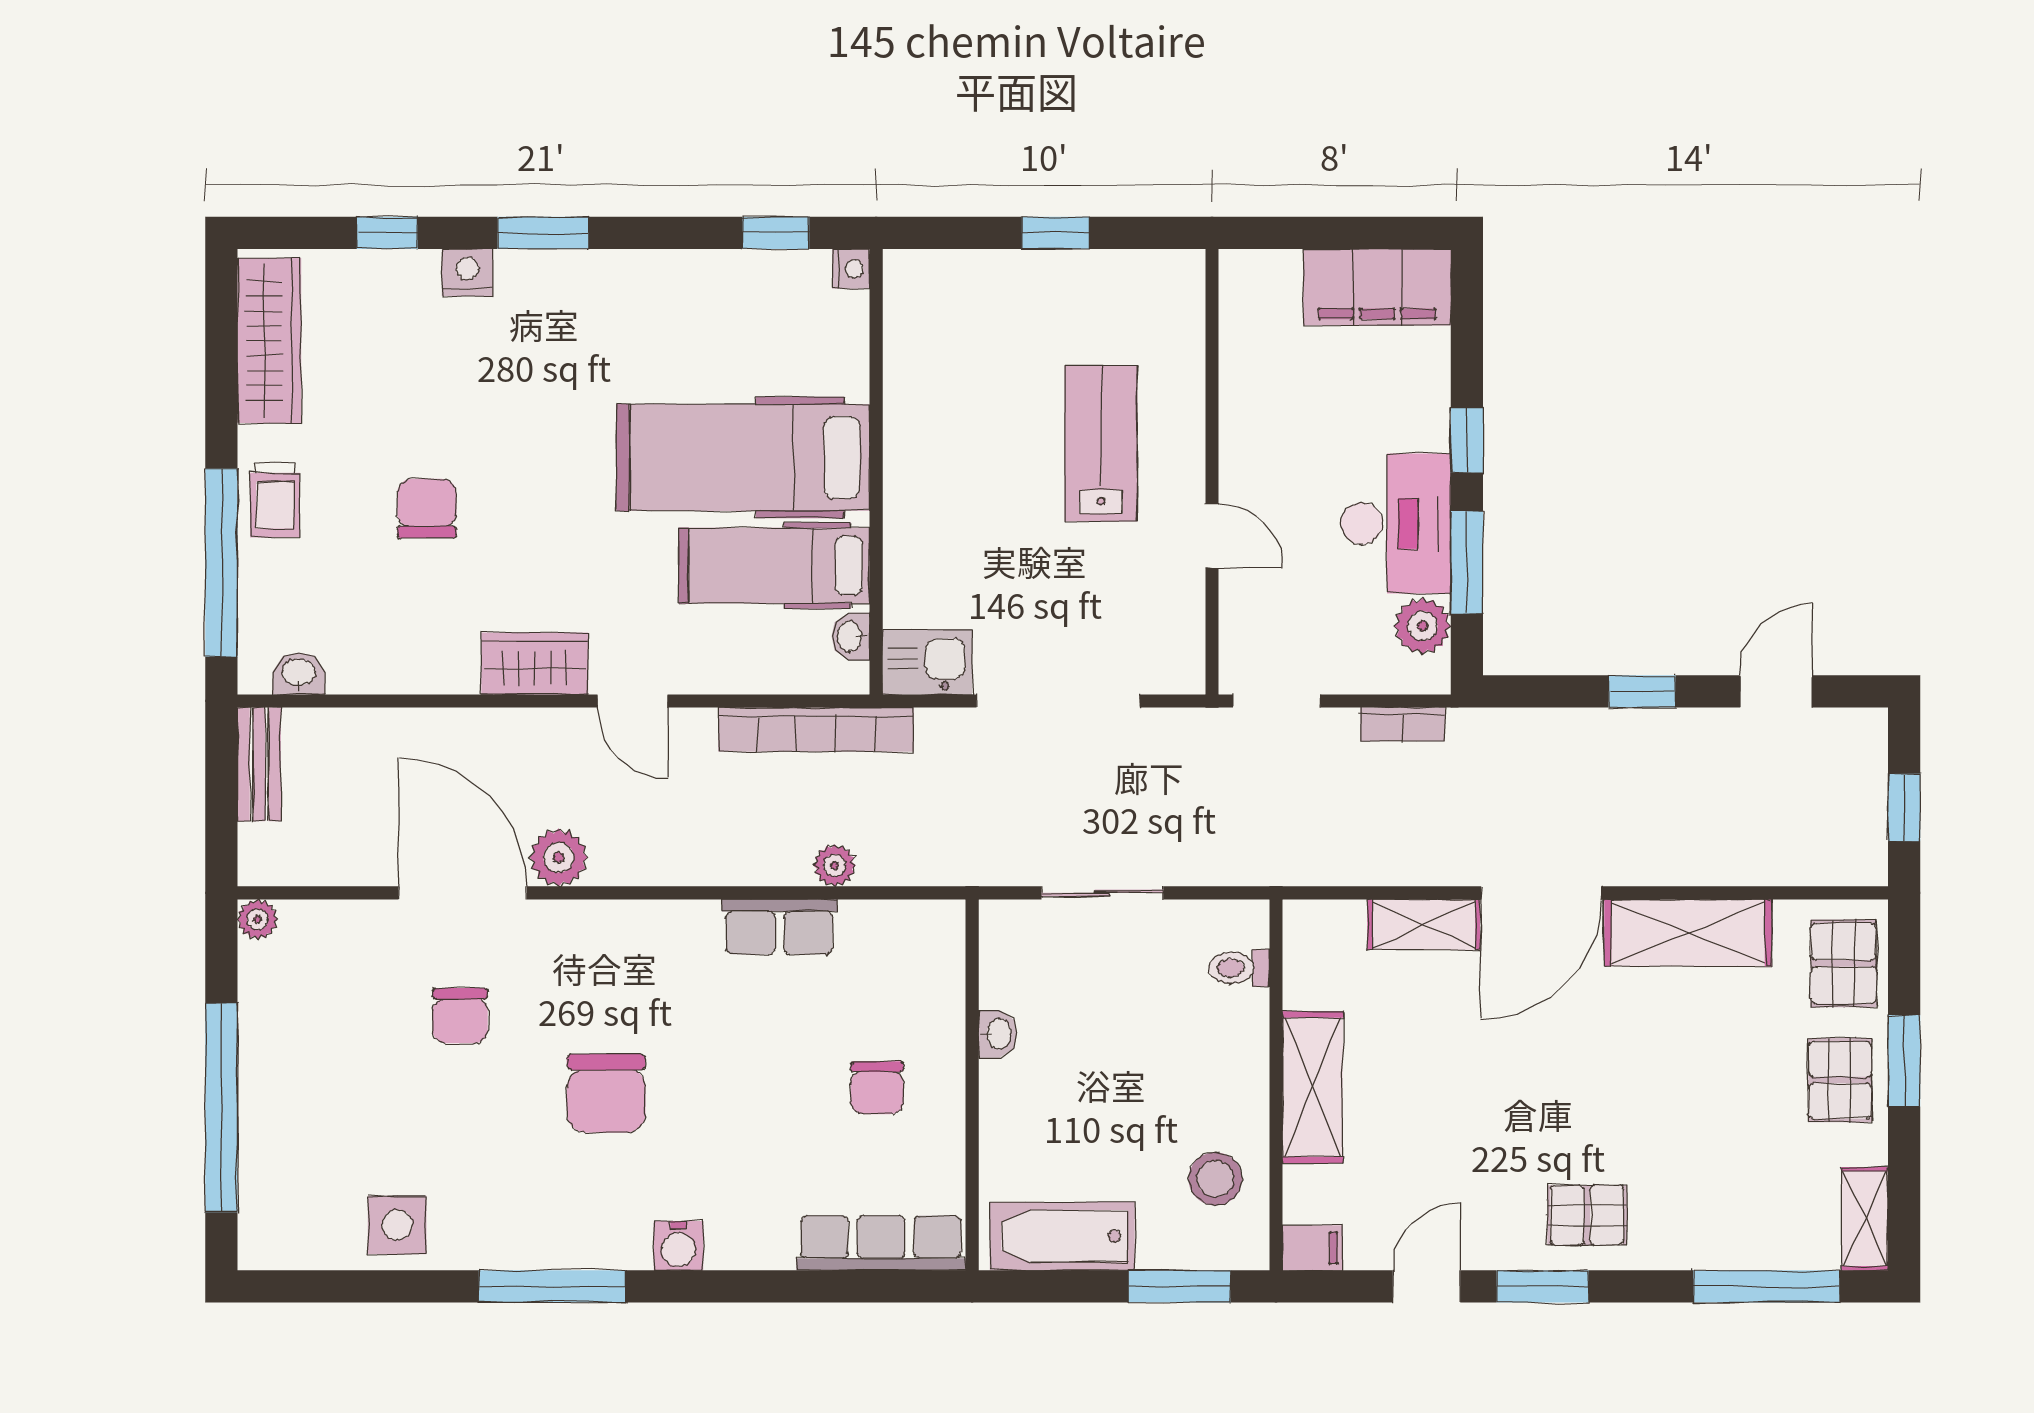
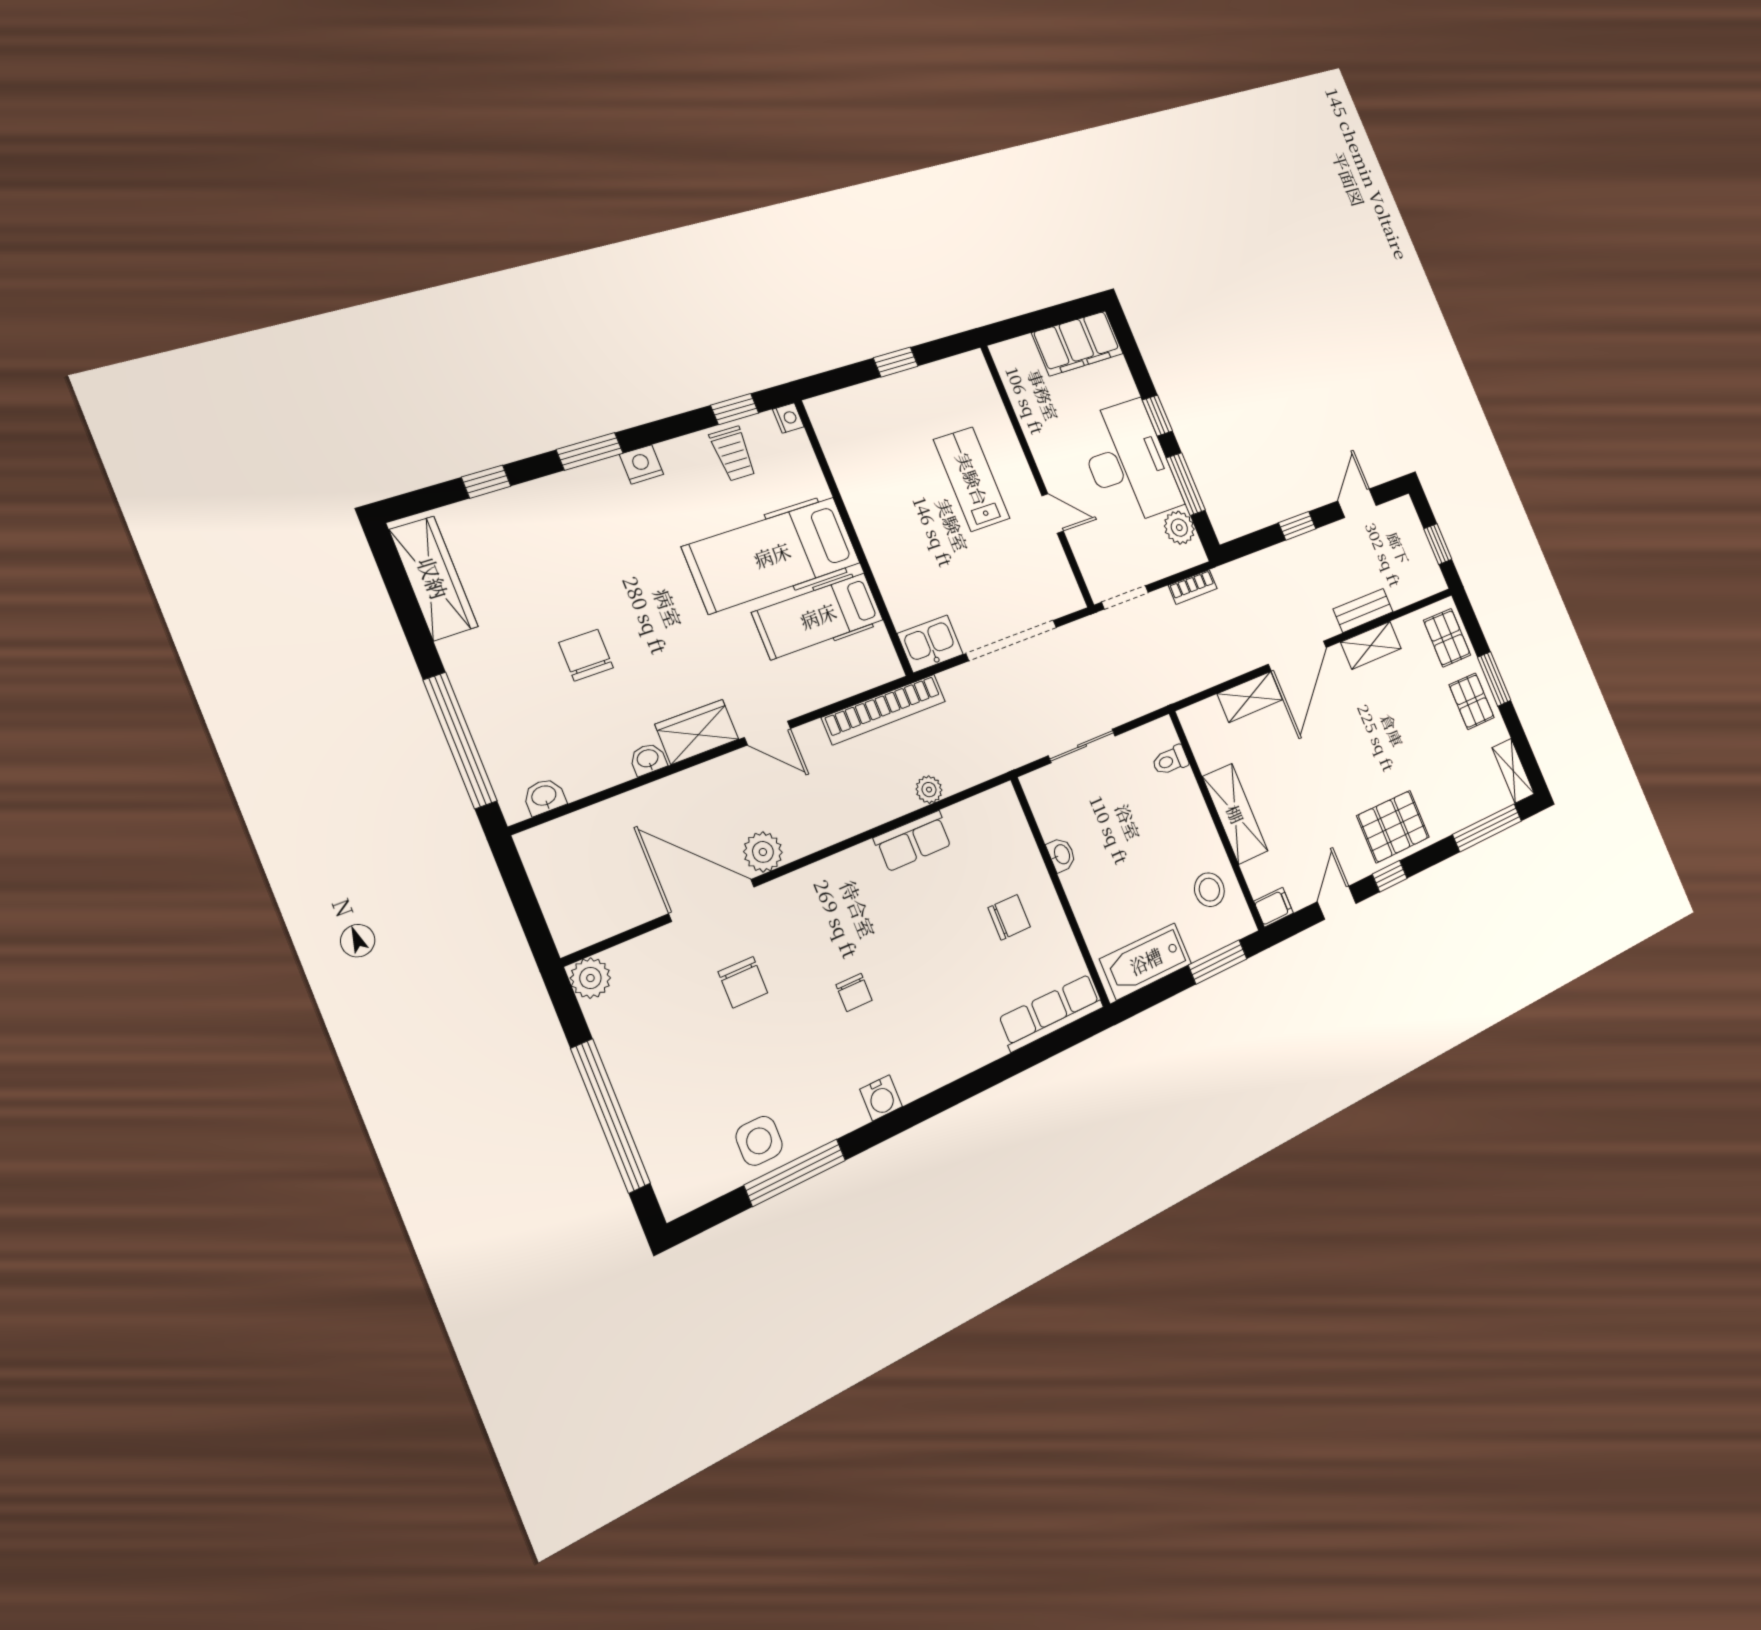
nightstand: (467, 272) -> (641, 464), moved
trolley: (275, 500) -> (733, 454), moved
desk: (1396, 523) -> (1128, 462), width x1.36, depth x1.30
washbasin: (851, 636) -> (648, 759), moved, turned 90
bench: (259, 764) -> (1363, 610), moved, turned 90
plant: (258, 919) -> (590, 978), width x1.38, depth x1.38
shelving: (1688, 933) -> (1371, 645), width x0.67, depth x0.75
chair: (877, 1088) -> (1009, 917), turned -90
chair: (606, 1093) -> (854, 992), width x0.54, depth x0.54
pallet: (1587, 1215) -> (1393, 827), width x1.50, depth x1.42
water cooler: (678, 1246) -> (881, 1098), moved
window: (552, 1286) -> (795, 1173), moved
window: (1543, 1286) -> (1390, 876), width x0.67

